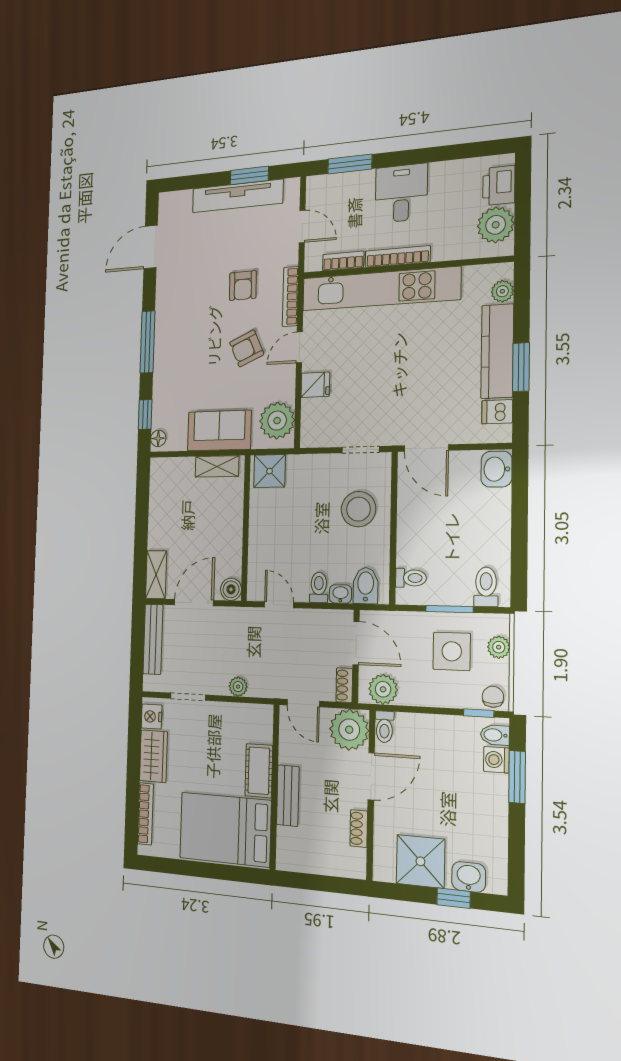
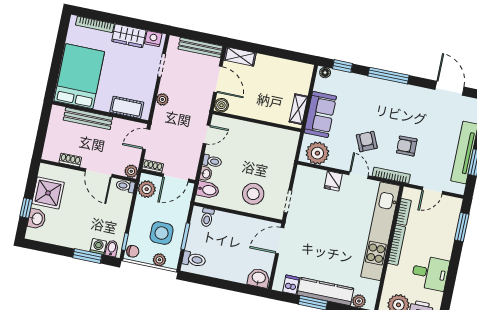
desk: (401, 193) -> (430, 273), moved
shower: (269, 471) -> (288, 143), removed
plant: (349, 730) -> (131, 171), width x0.53, depth x0.53
cot: (259, 771) -> (127, 107), moved
bench: (288, 796) -> (88, 119), width x1.36

